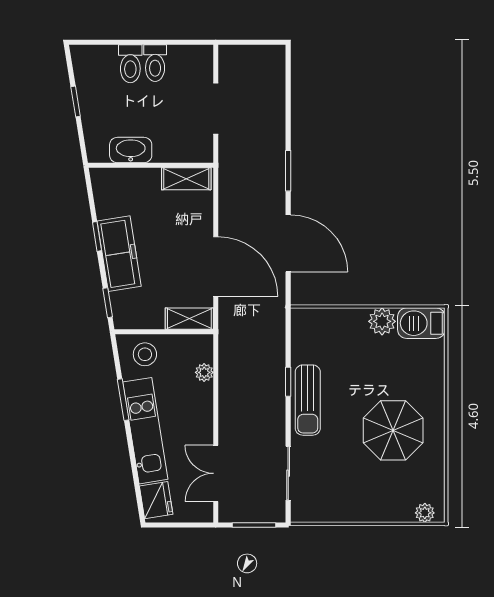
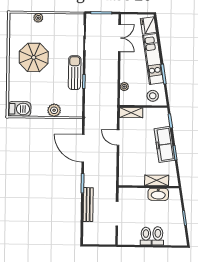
bench: (276, 127) -> (88, 205), added
shelving: (186, 179) -> (157, 180), moved
door: (216, 267) -> (118, 138), width x0.53
plant: (382, 321) -> (54, 110), moved
plant: (425, 513) -> (38, 18), moved

